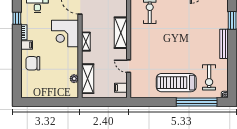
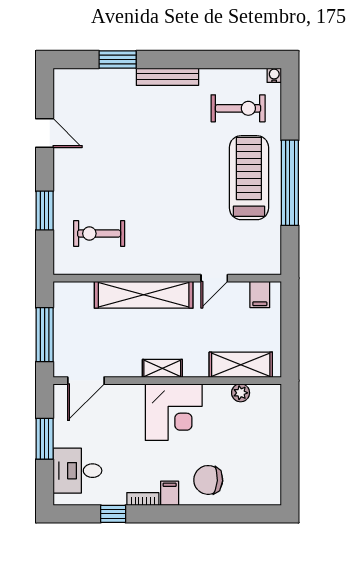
shelving: (121, 33) -> (144, 295), width x1.47
corner desk: (65, 34) -> (174, 412), moved
chair: (33, 63) -> (208, 480), turned 94
treadmill: (176, 83) -> (249, 178), turned 180
window: (197, 102) -> (290, 183), moved

